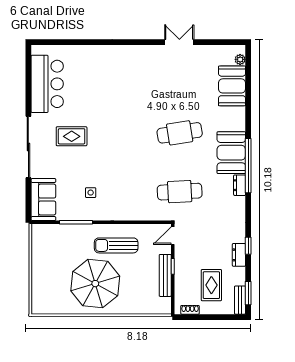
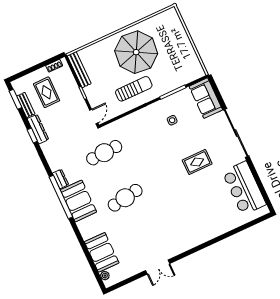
rug: (72, 136) -> (197, 162), moved
dresser: (239, 255) -> (38, 129), width x1.44
bench: (165, 275) -> (79, 70), moved
bench: (240, 300) -> (26, 105), moved

